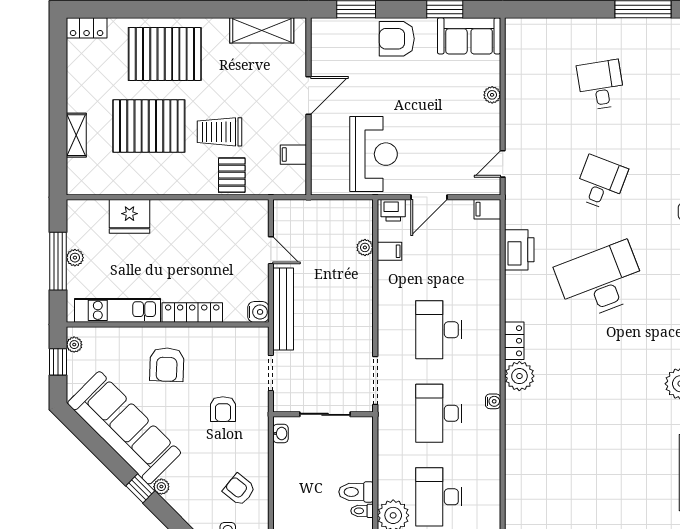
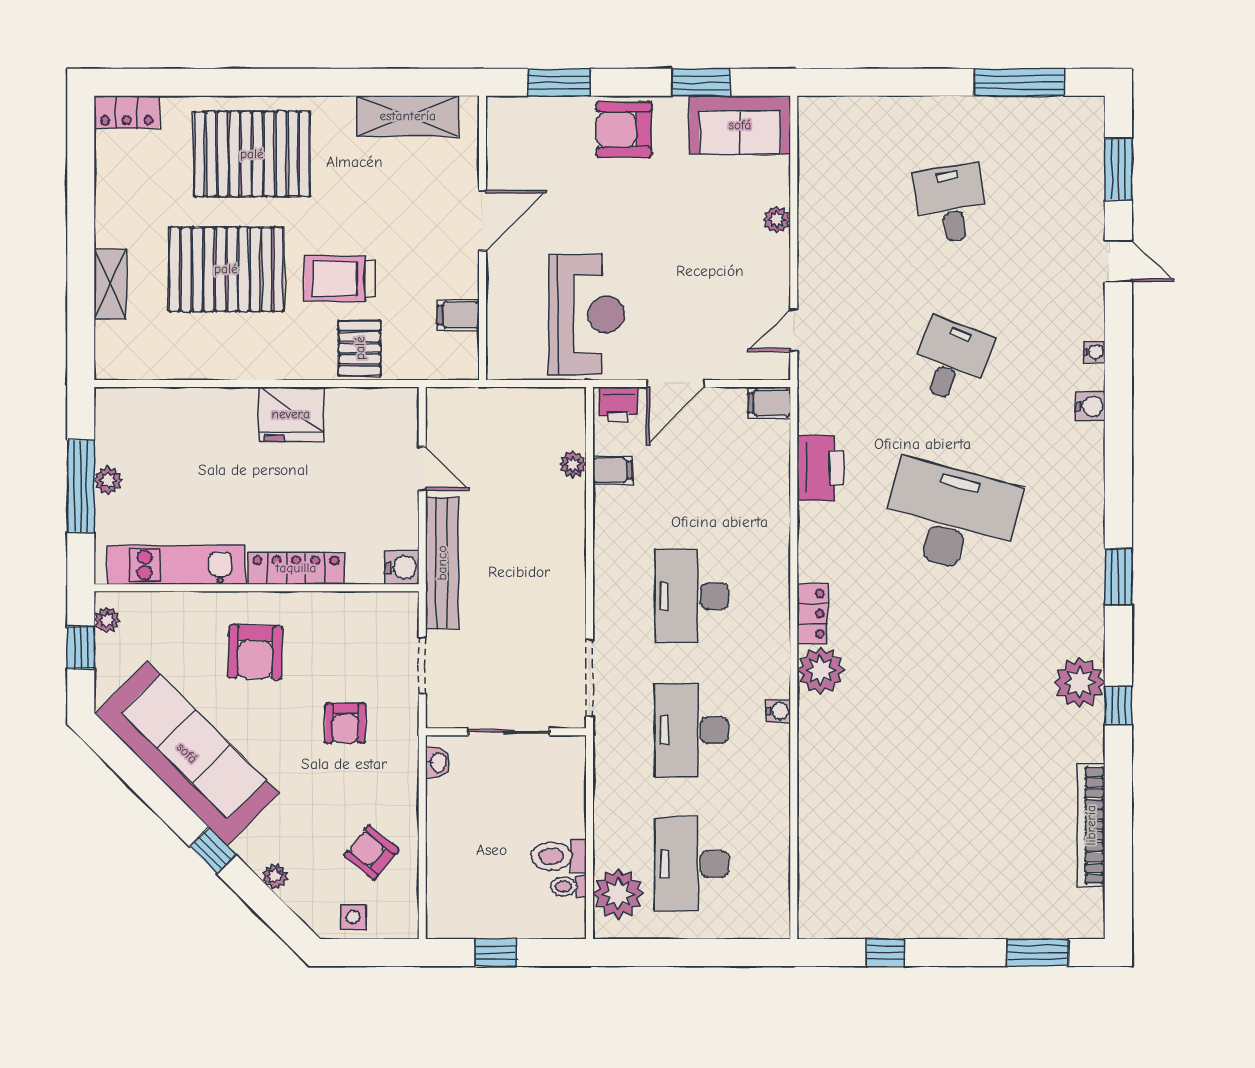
fridge: (129, 216) -> (291, 414), moved
desk: (601, 281) -> (951, 517), turned 36
plant: (161, 487) -> (275, 876), moved

